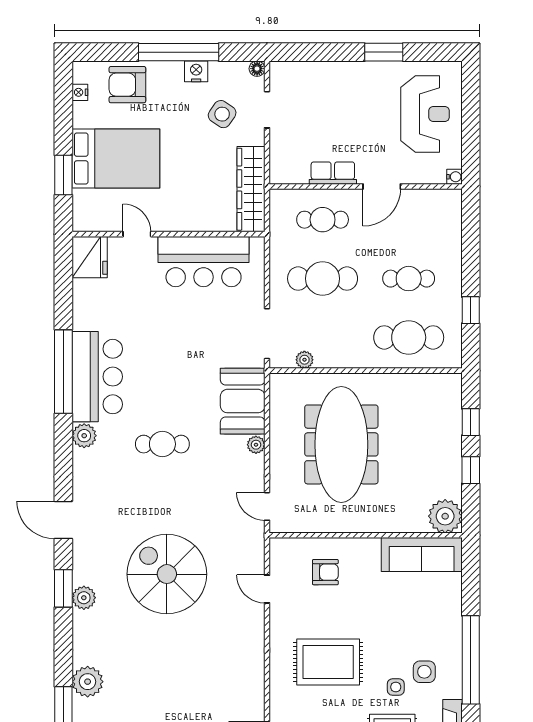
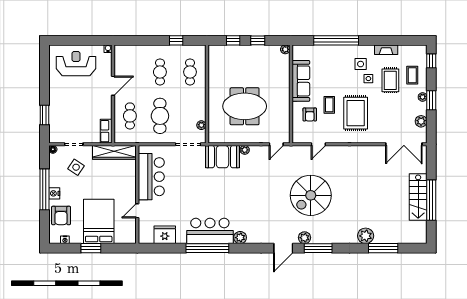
window: (384, 52) -> (44, 115), moved
nightstand: (196, 71) -> (54, 193), moved
row of seats: (333, 173) -> (106, 131), moved
window: (63, 175) -> (91, 248), moved
door: (382, 186) -> (113, 86), hinge flipped
fridge: (90, 257) -> (165, 235), moved
cafe table: (409, 337) -> (190, 72), width x0.73, depth x0.74
cafe table: (162, 444) -> (244, 198), removed
meeting table: (341, 444) -> (245, 106), width x0.73
plant: (445, 516) -> (285, 49), width x0.53, depth x0.53
sofa: (422, 555) -> (301, 81), moved
armchair: (325, 572) -> (310, 114), turned 180
window: (63, 588) -> (318, 248), width x1.44
plant: (84, 598) -> (305, 238), moved
coffee table: (344, 610) -> (329, 105), added
window: (471, 660) -> (336, 40), moved

